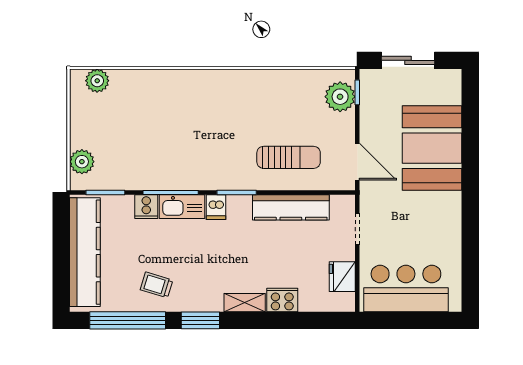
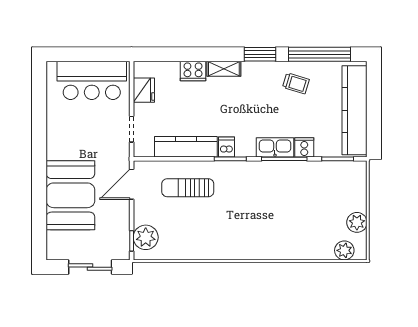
plant: (82, 162) -> (357, 222), moved
door: (357, 162) -> (132, 184), hinge flipped
dishwasher: (216, 207) -> (227, 147), moved

